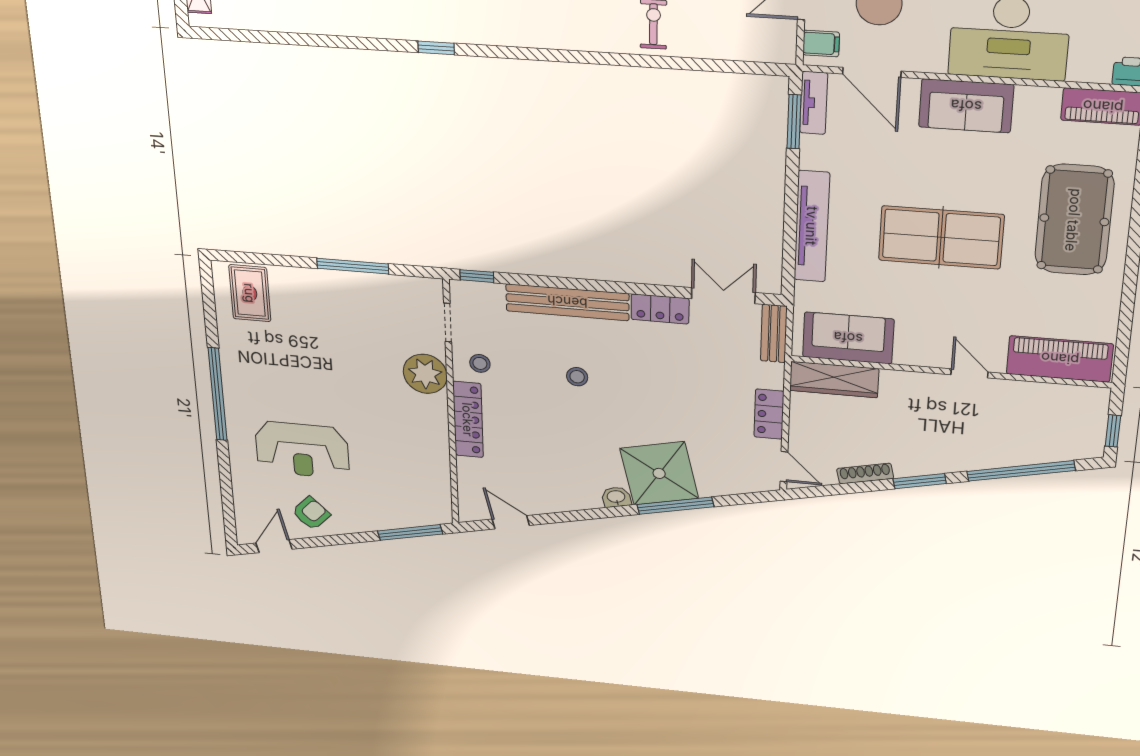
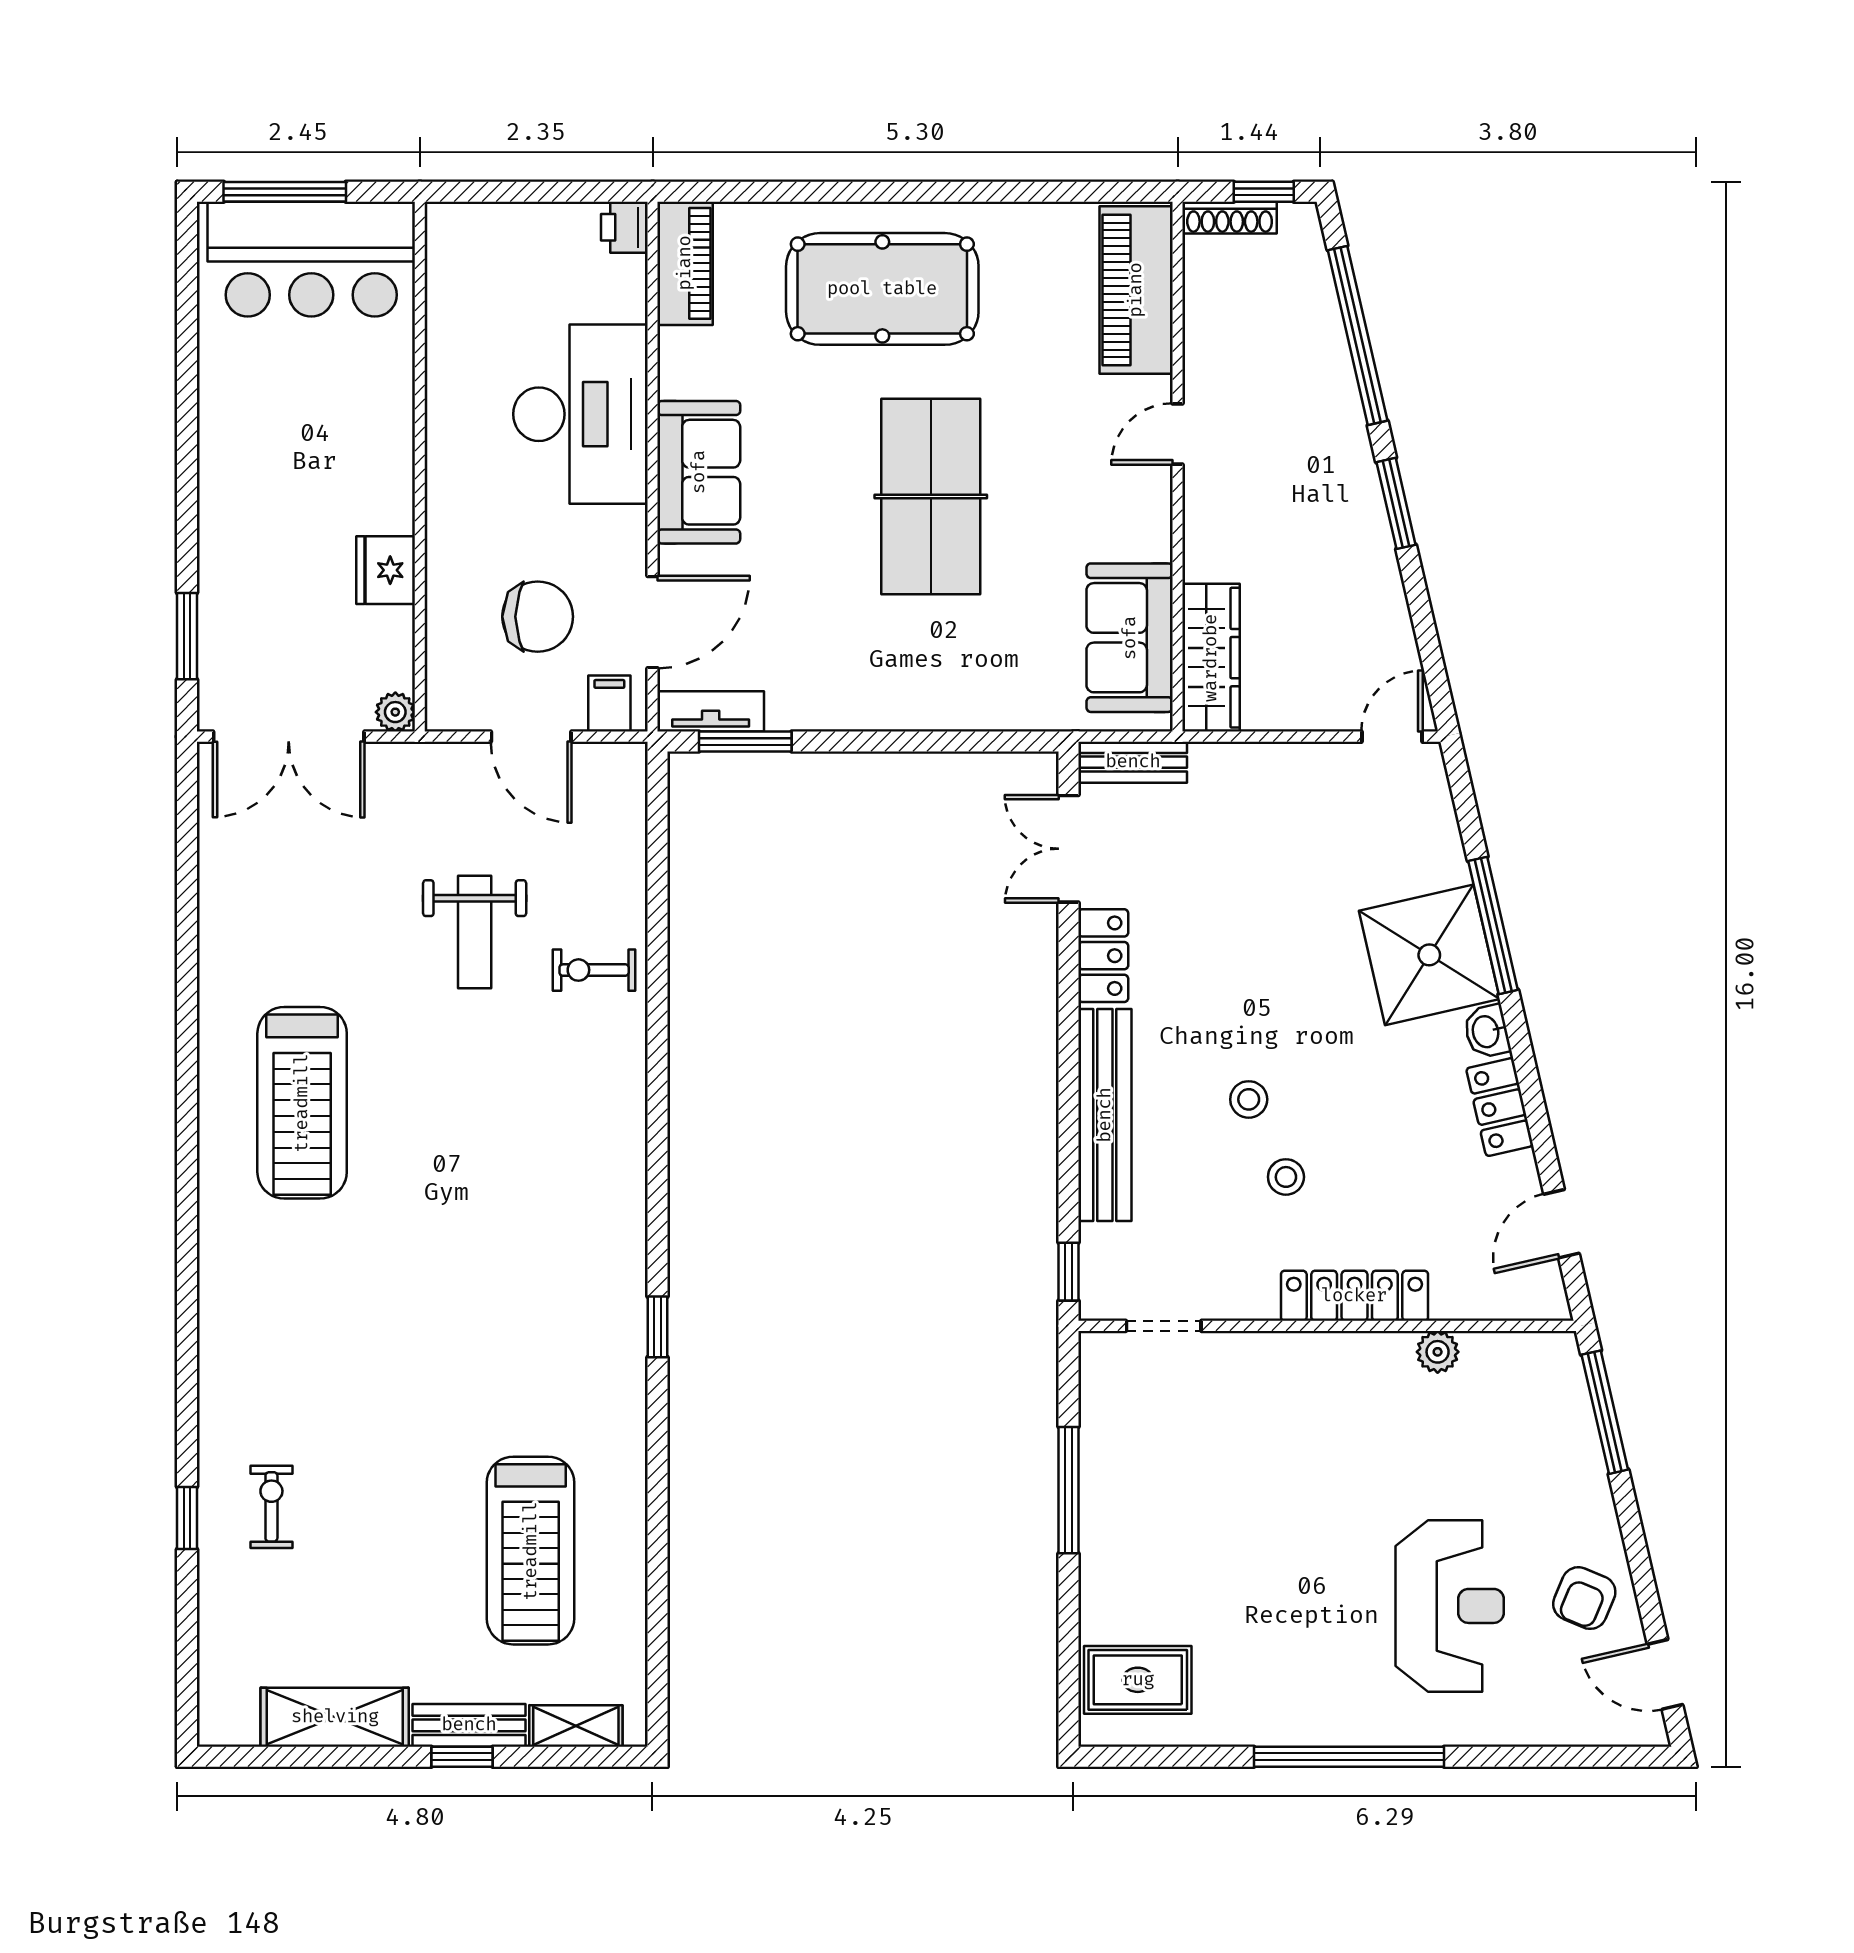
tv unit: (812, 226) -> (928, 706), removed
stool: (480, 363) -> (1286, 1177), moved
plant: (425, 374) -> (1438, 1352), moved, width x0.53, depth x0.53
locker: (769, 414) -> (1500, 1107), moved, turned 77
shoe rack: (865, 474) -> (1230, 218), moved, turned -77
armchair: (311, 513) -> (1584, 1598), turned -111

